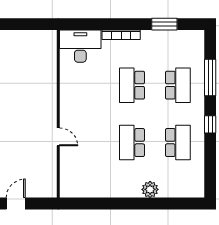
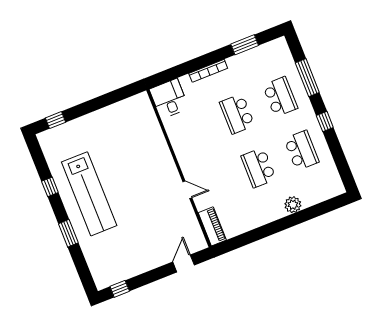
desk: (80, 46) -> (169, 99), width x0.73
piano: (68, 180) -> (212, 226), added
door: (16, 204) -> (184, 263), moved

